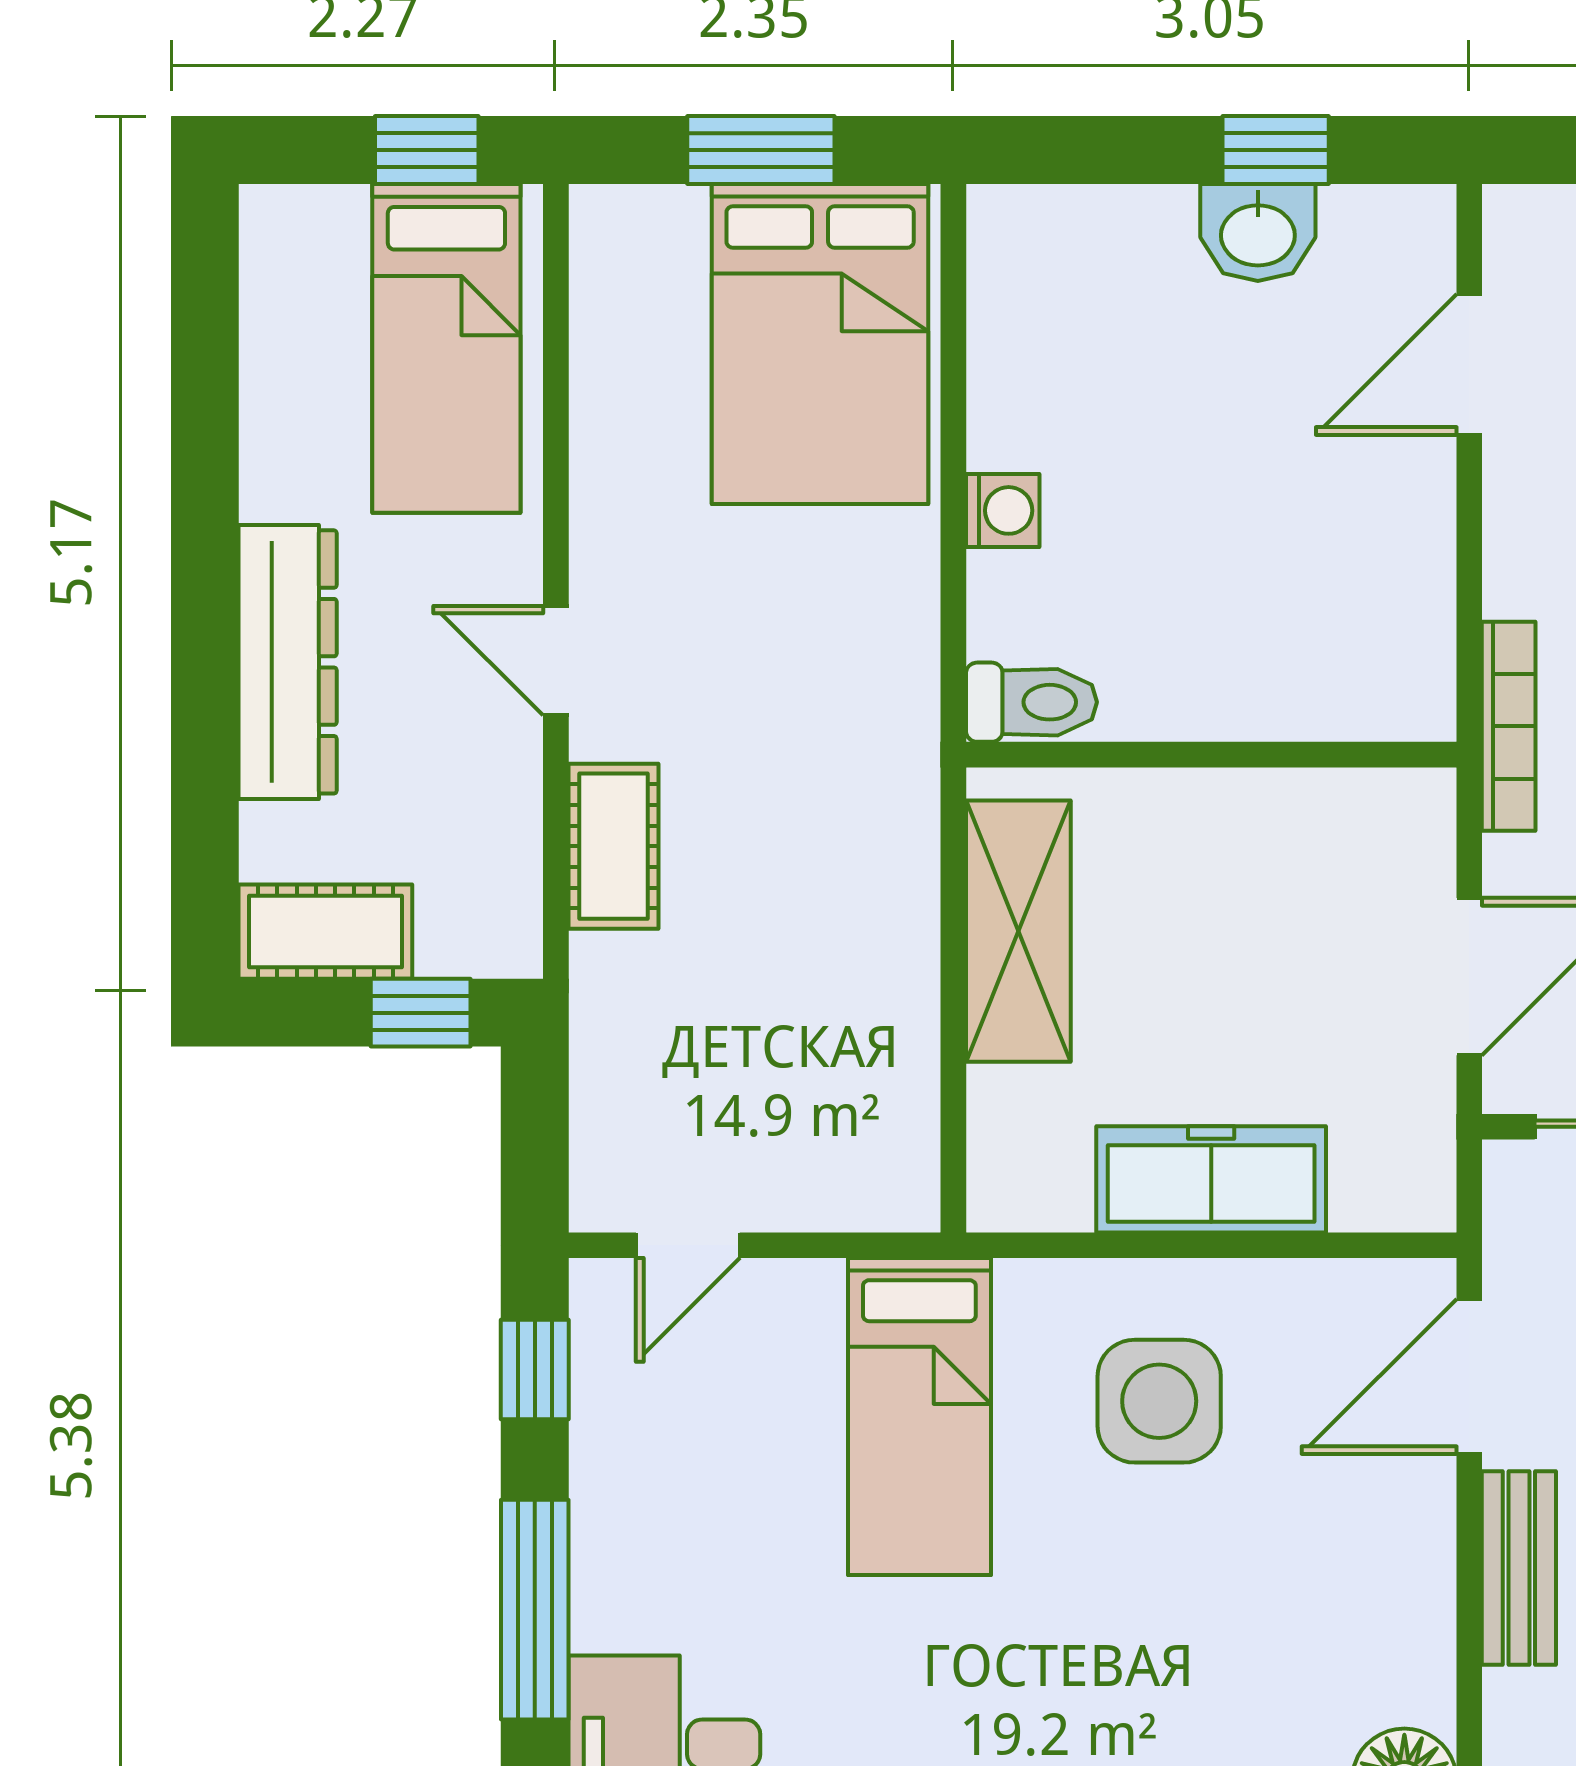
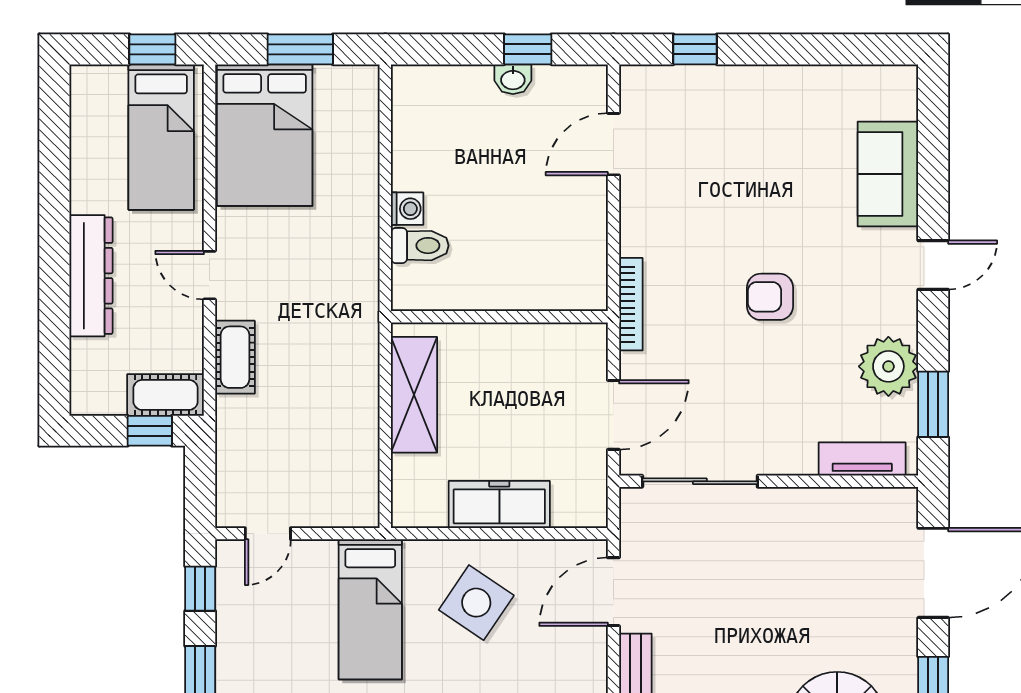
washbasin: (1258, 232) -> (513, 79), width x0.72, depth x0.69
bed: (820, 344) -> (265, 135), moved
toilet: (1031, 702) -> (420, 246), moved
cot: (325, 932) -> (166, 395), moved
side table: (1159, 1401) -> (476, 603), turned 34

